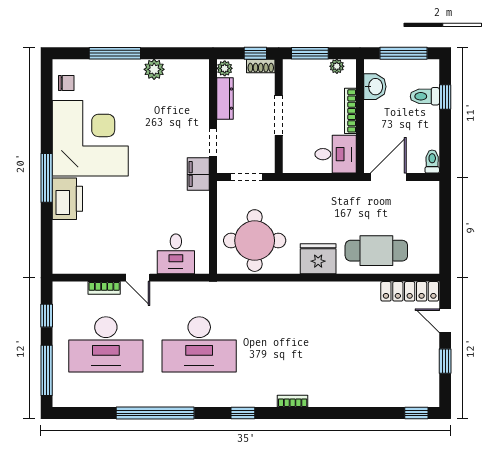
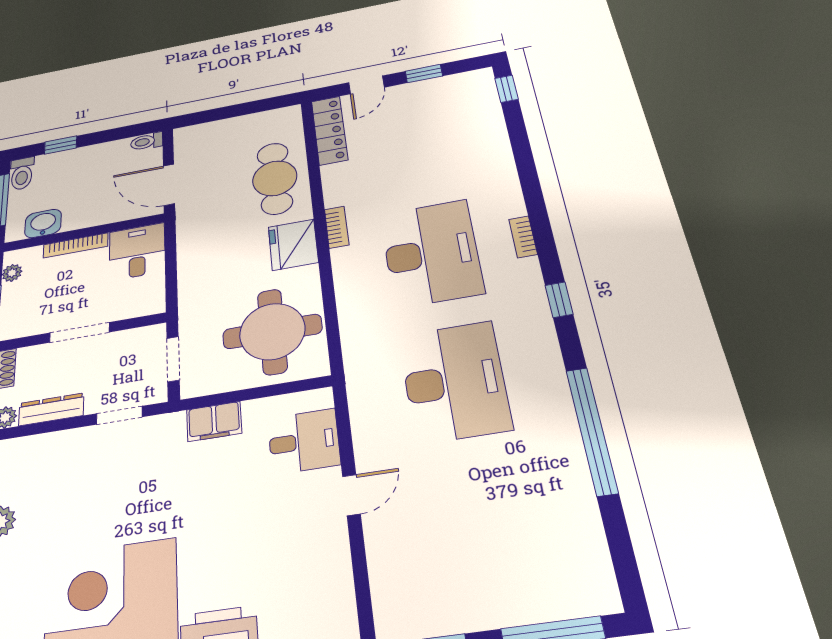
toilet: (425, 96) -> (22, 174), moved
filing cabinet: (198, 174) -> (214, 422), moved
bookcase: (104, 288) -> (337, 227), moved
desk: (106, 344) -> (431, 253), moved

